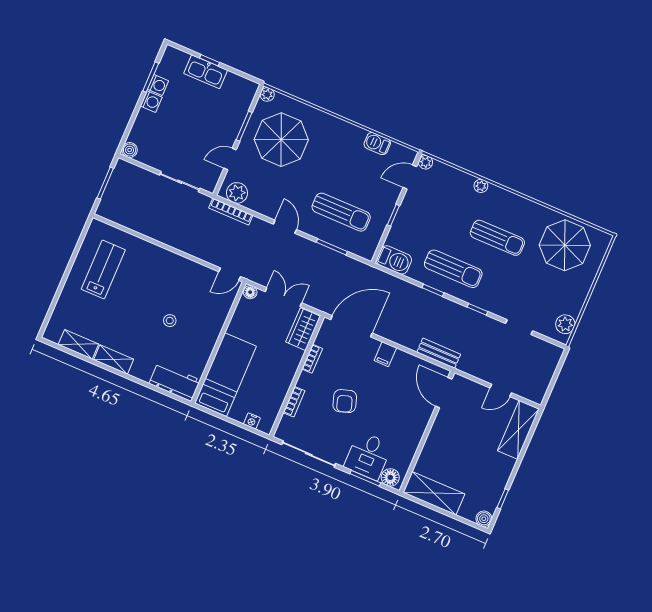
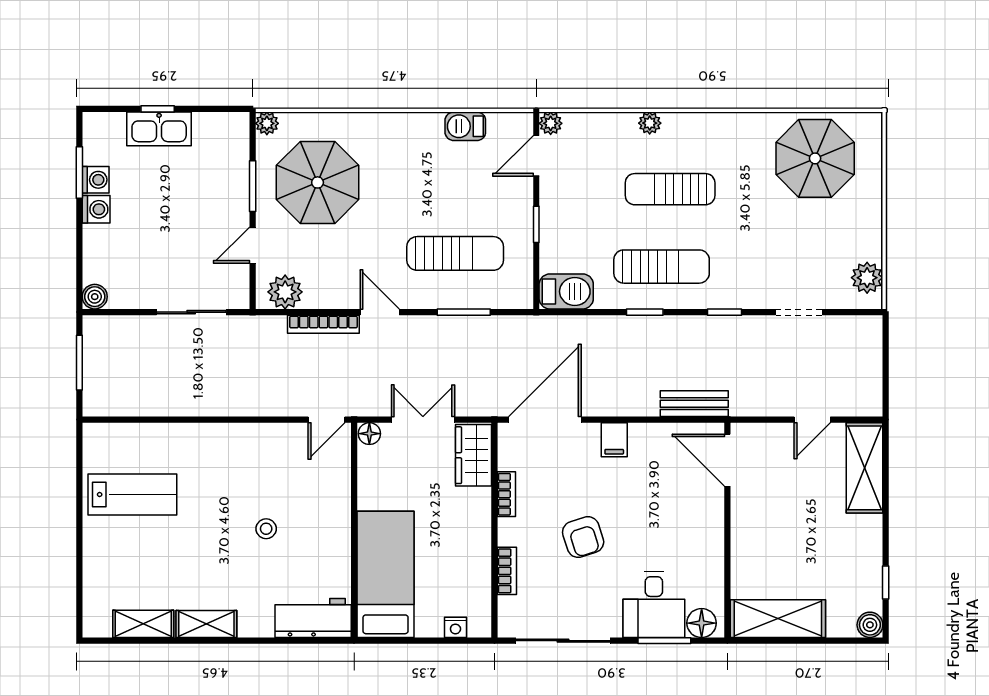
bookcase: (231, 212) -> (323, 324), moved
sun lounger: (497, 238) -> (670, 189), moved, turned 180
lab bench: (103, 269) -> (132, 495), turned 90

